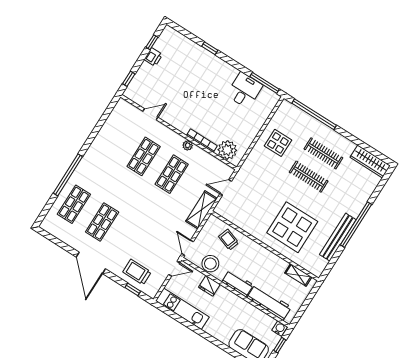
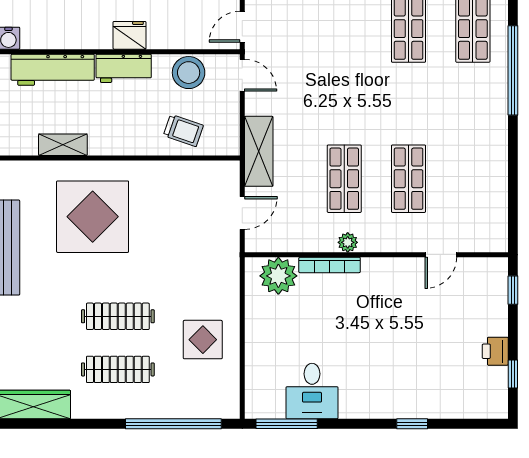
shelving: (298, 275) -> (63, 145), moved
fridge: (209, 286) -> (129, 35), moved

